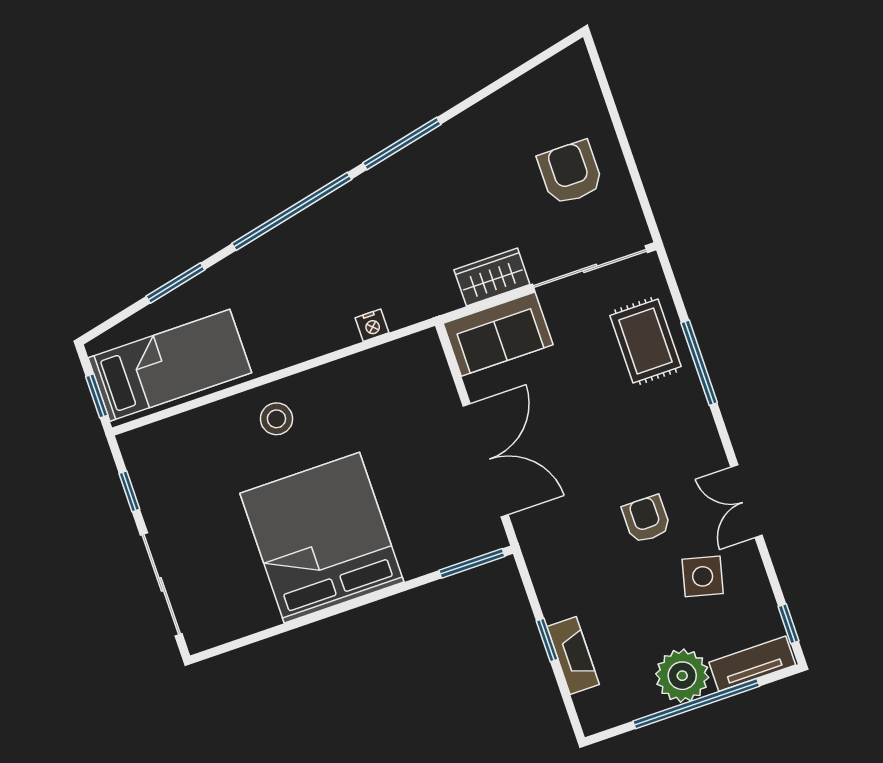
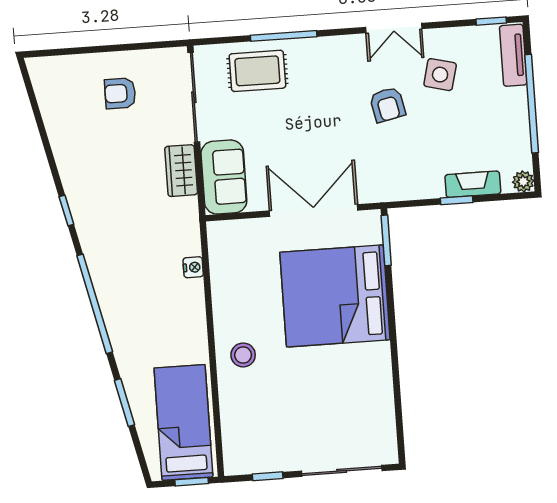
window: (402, 144) -> (66, 210), width x0.46
armchair: (570, 173) -> (120, 93), width x0.72, depth x0.72
armchair: (646, 519) -> (387, 105), turned -102
bed: (322, 538) -> (335, 296), moved
plant: (682, 676) -> (523, 181), moved, width x0.53, depth x0.53

